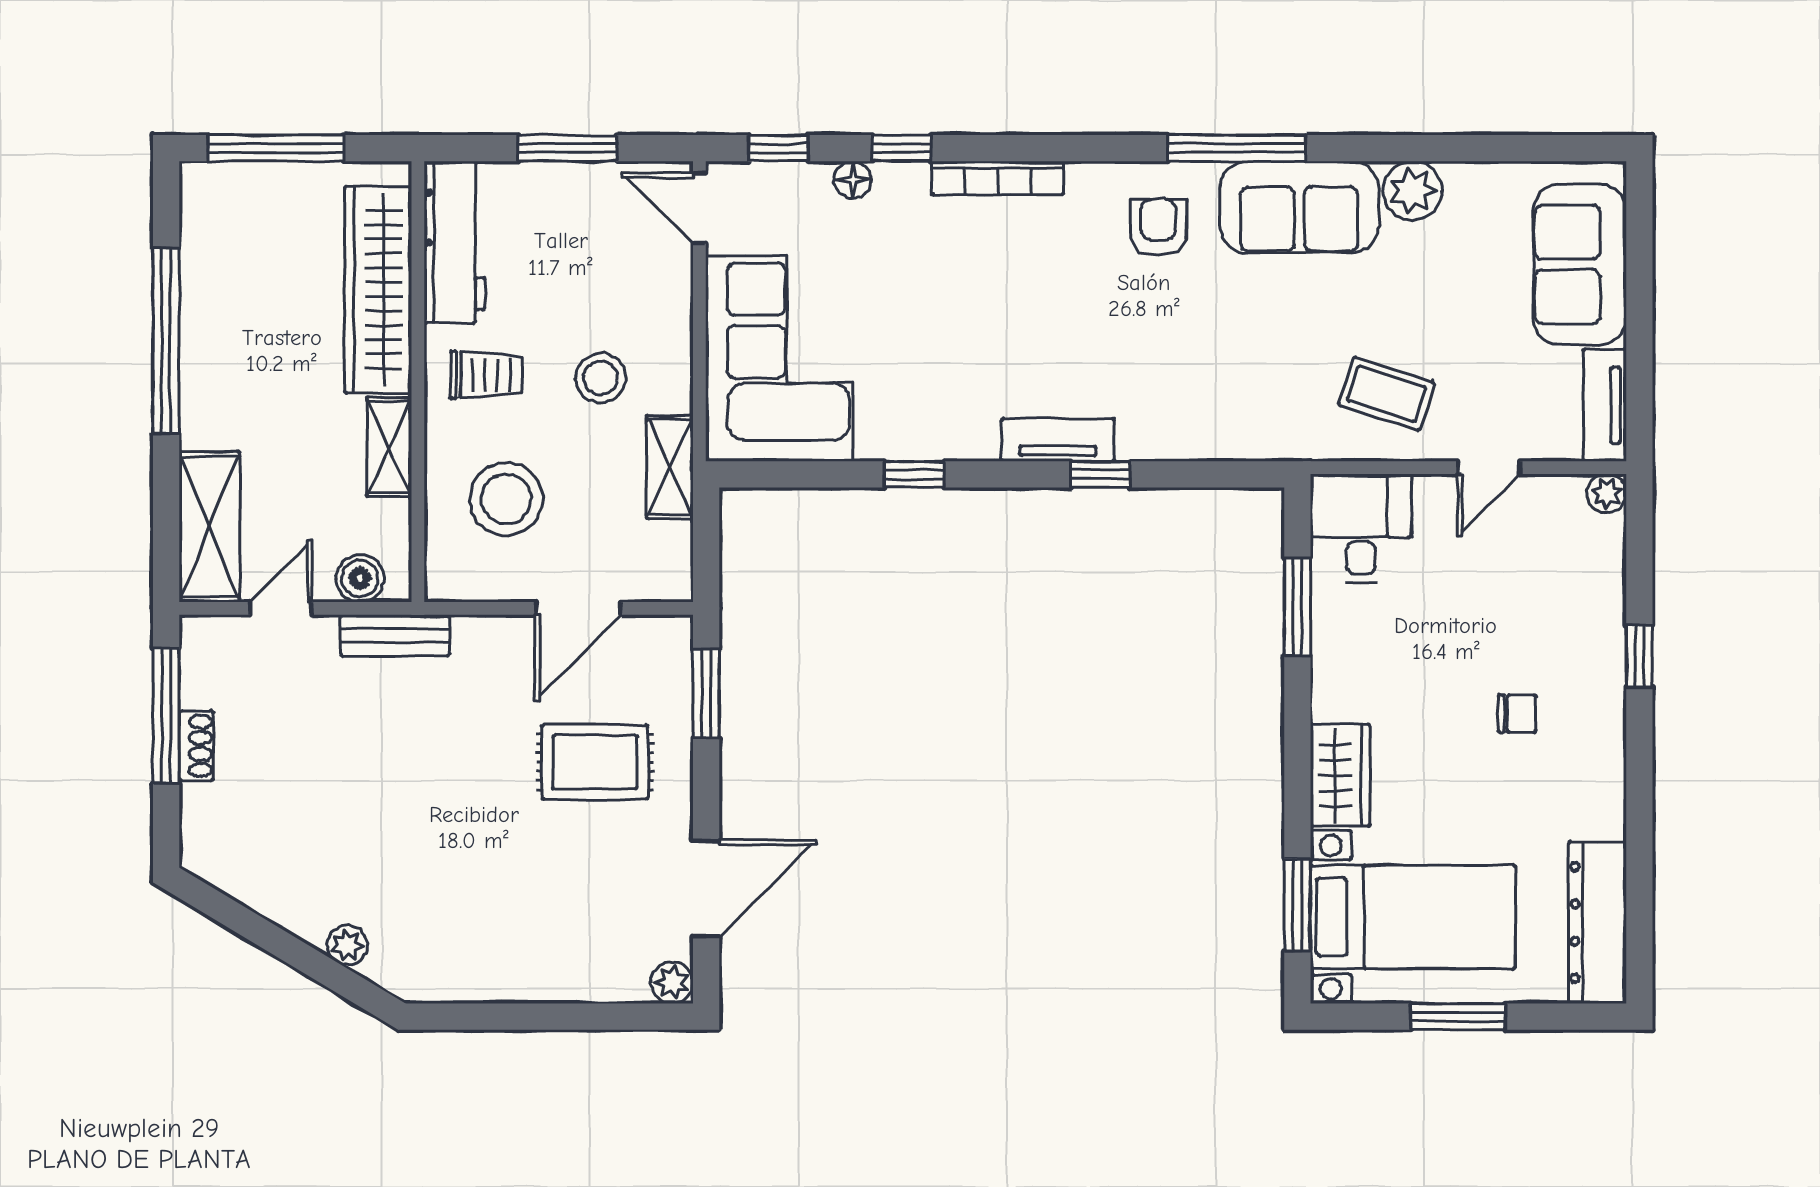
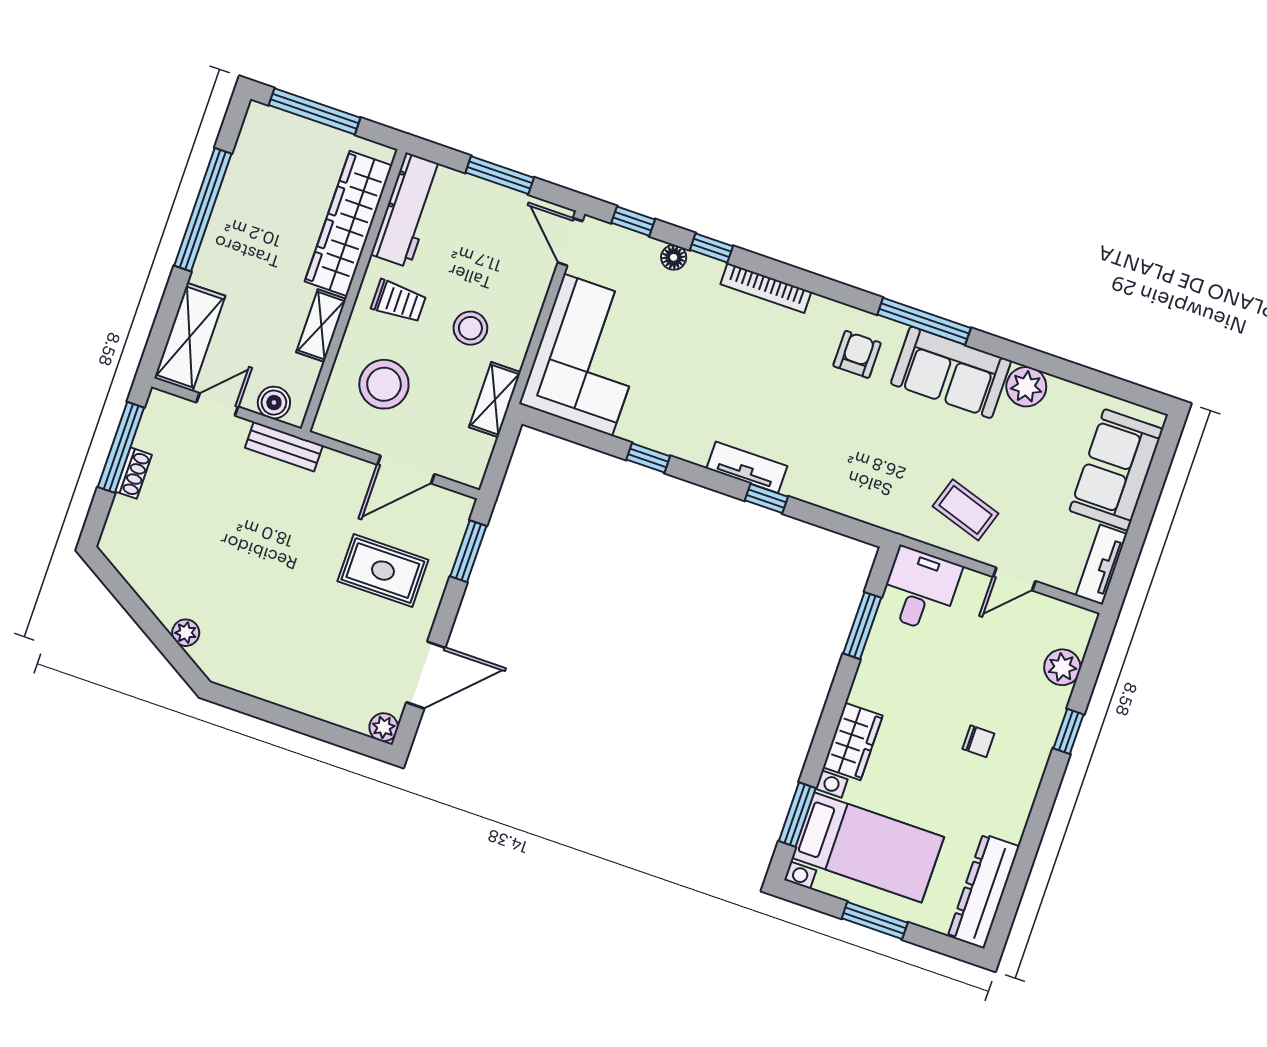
plant: (1607, 493) -> (1062, 667), moved, width x1.38, depth x1.38

